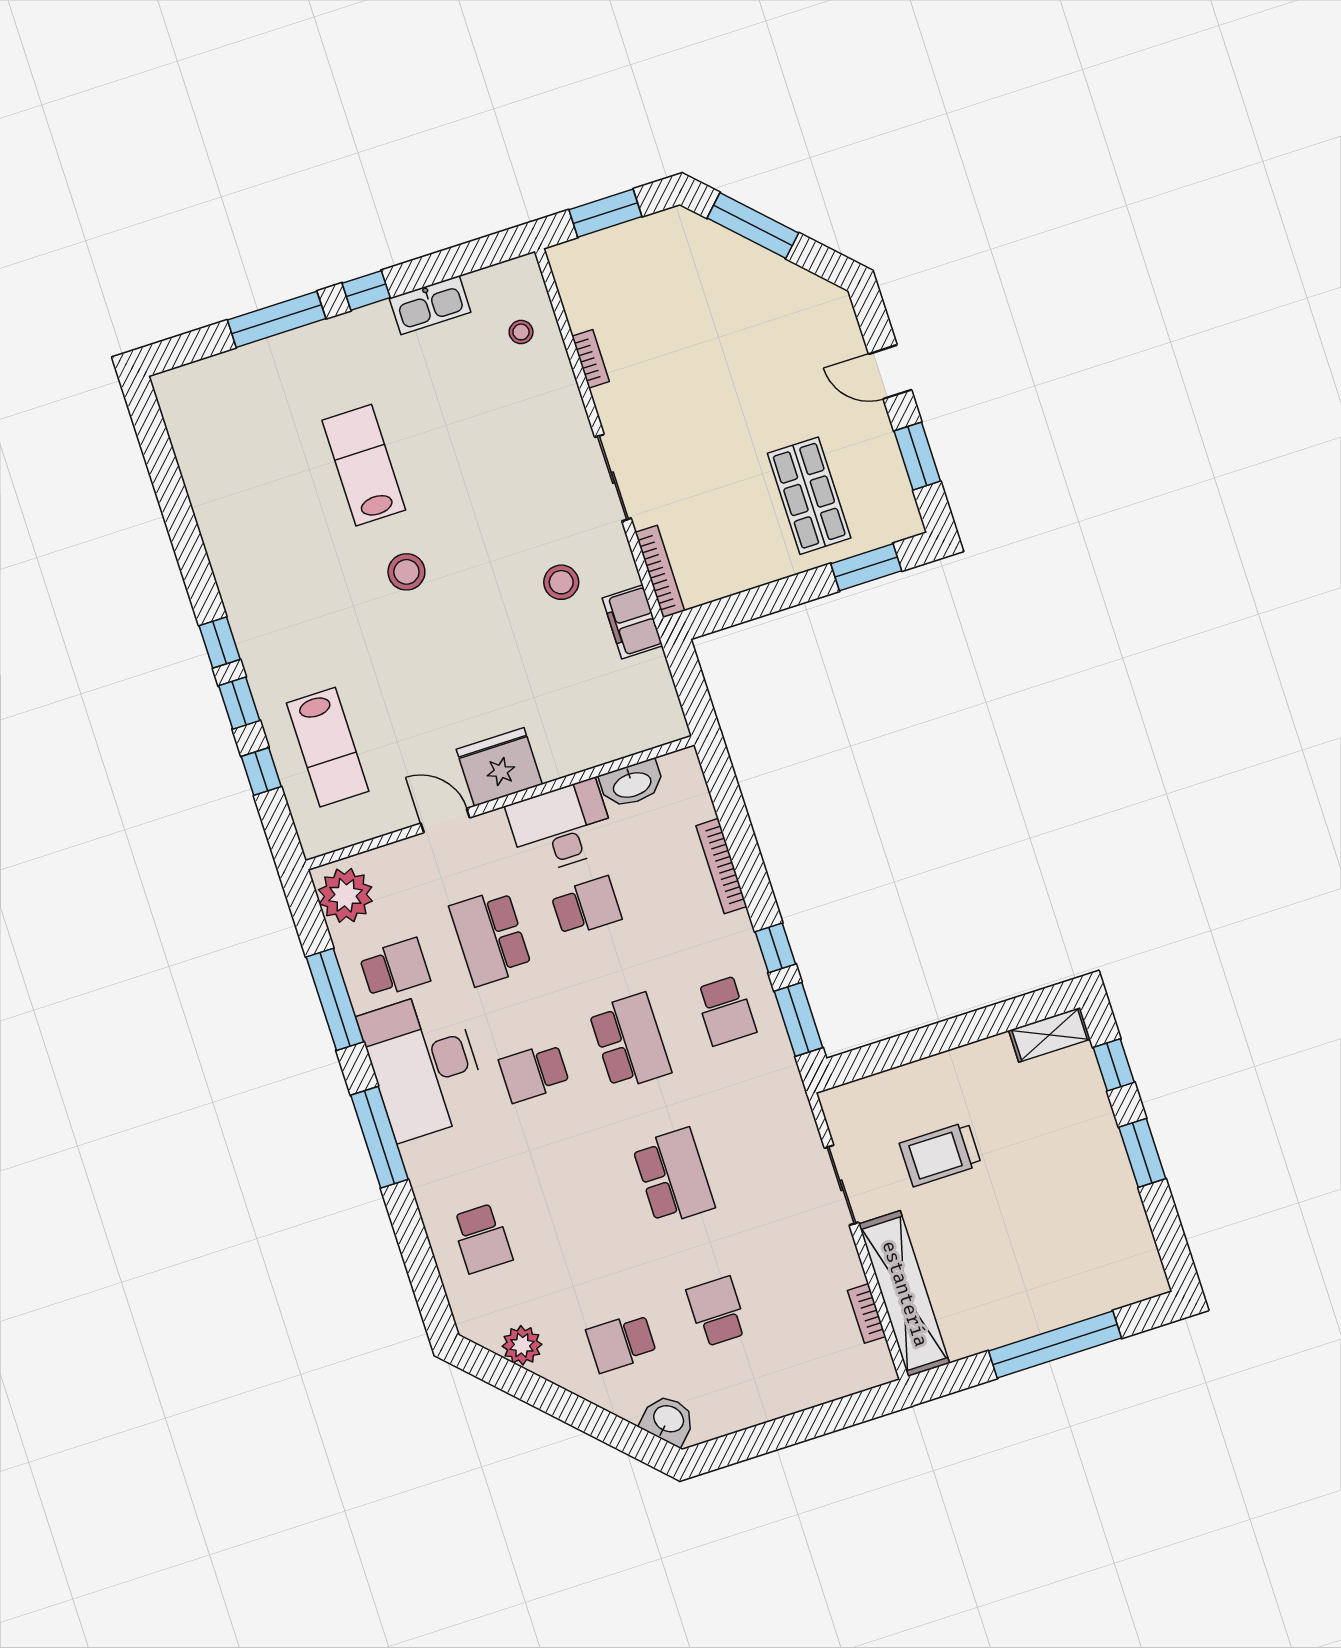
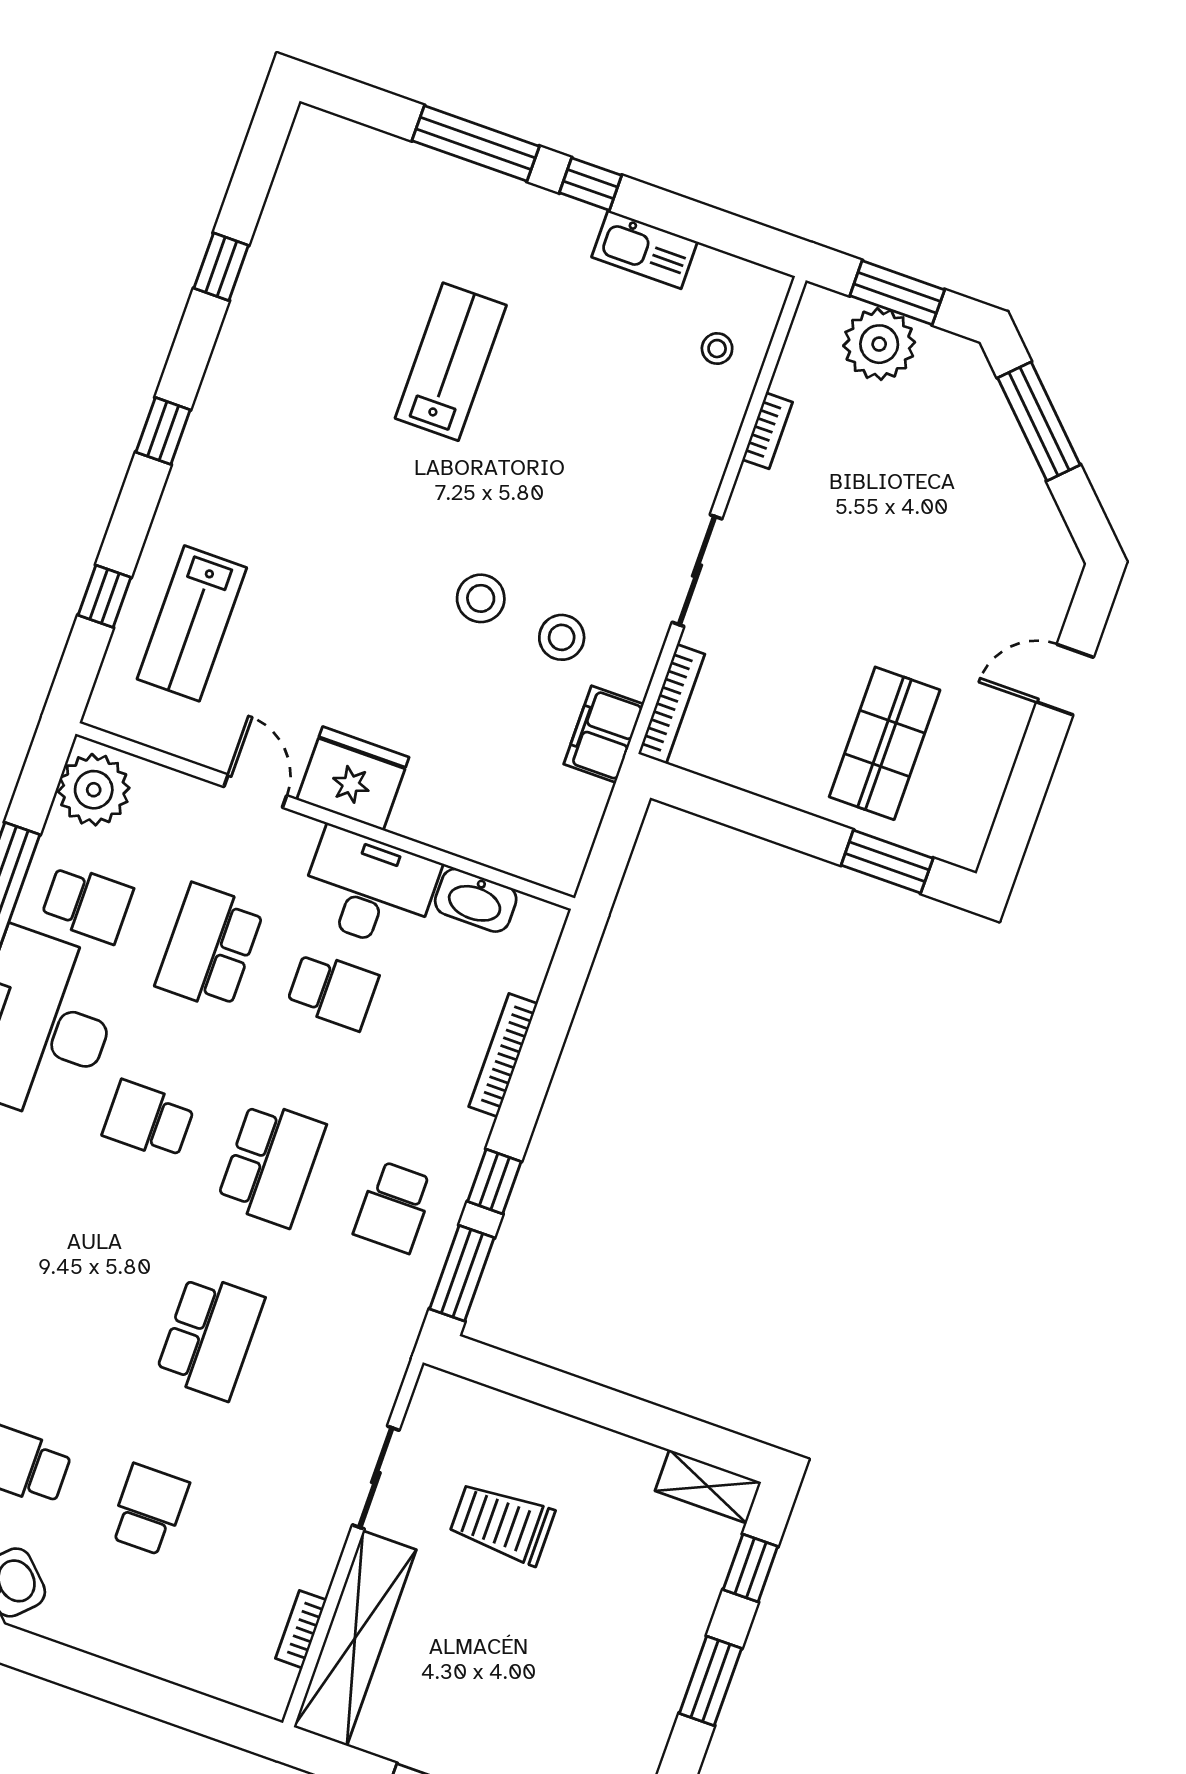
plant: (618, 253) -> (879, 344), added
door: (890, 372) -> (1065, 680), hinge flipped
window: (917, 456) -> (1027, 787), removed
stool: (406, 572) -> (481, 598), moved
window: (239, 703) -> (221, 267), moved

